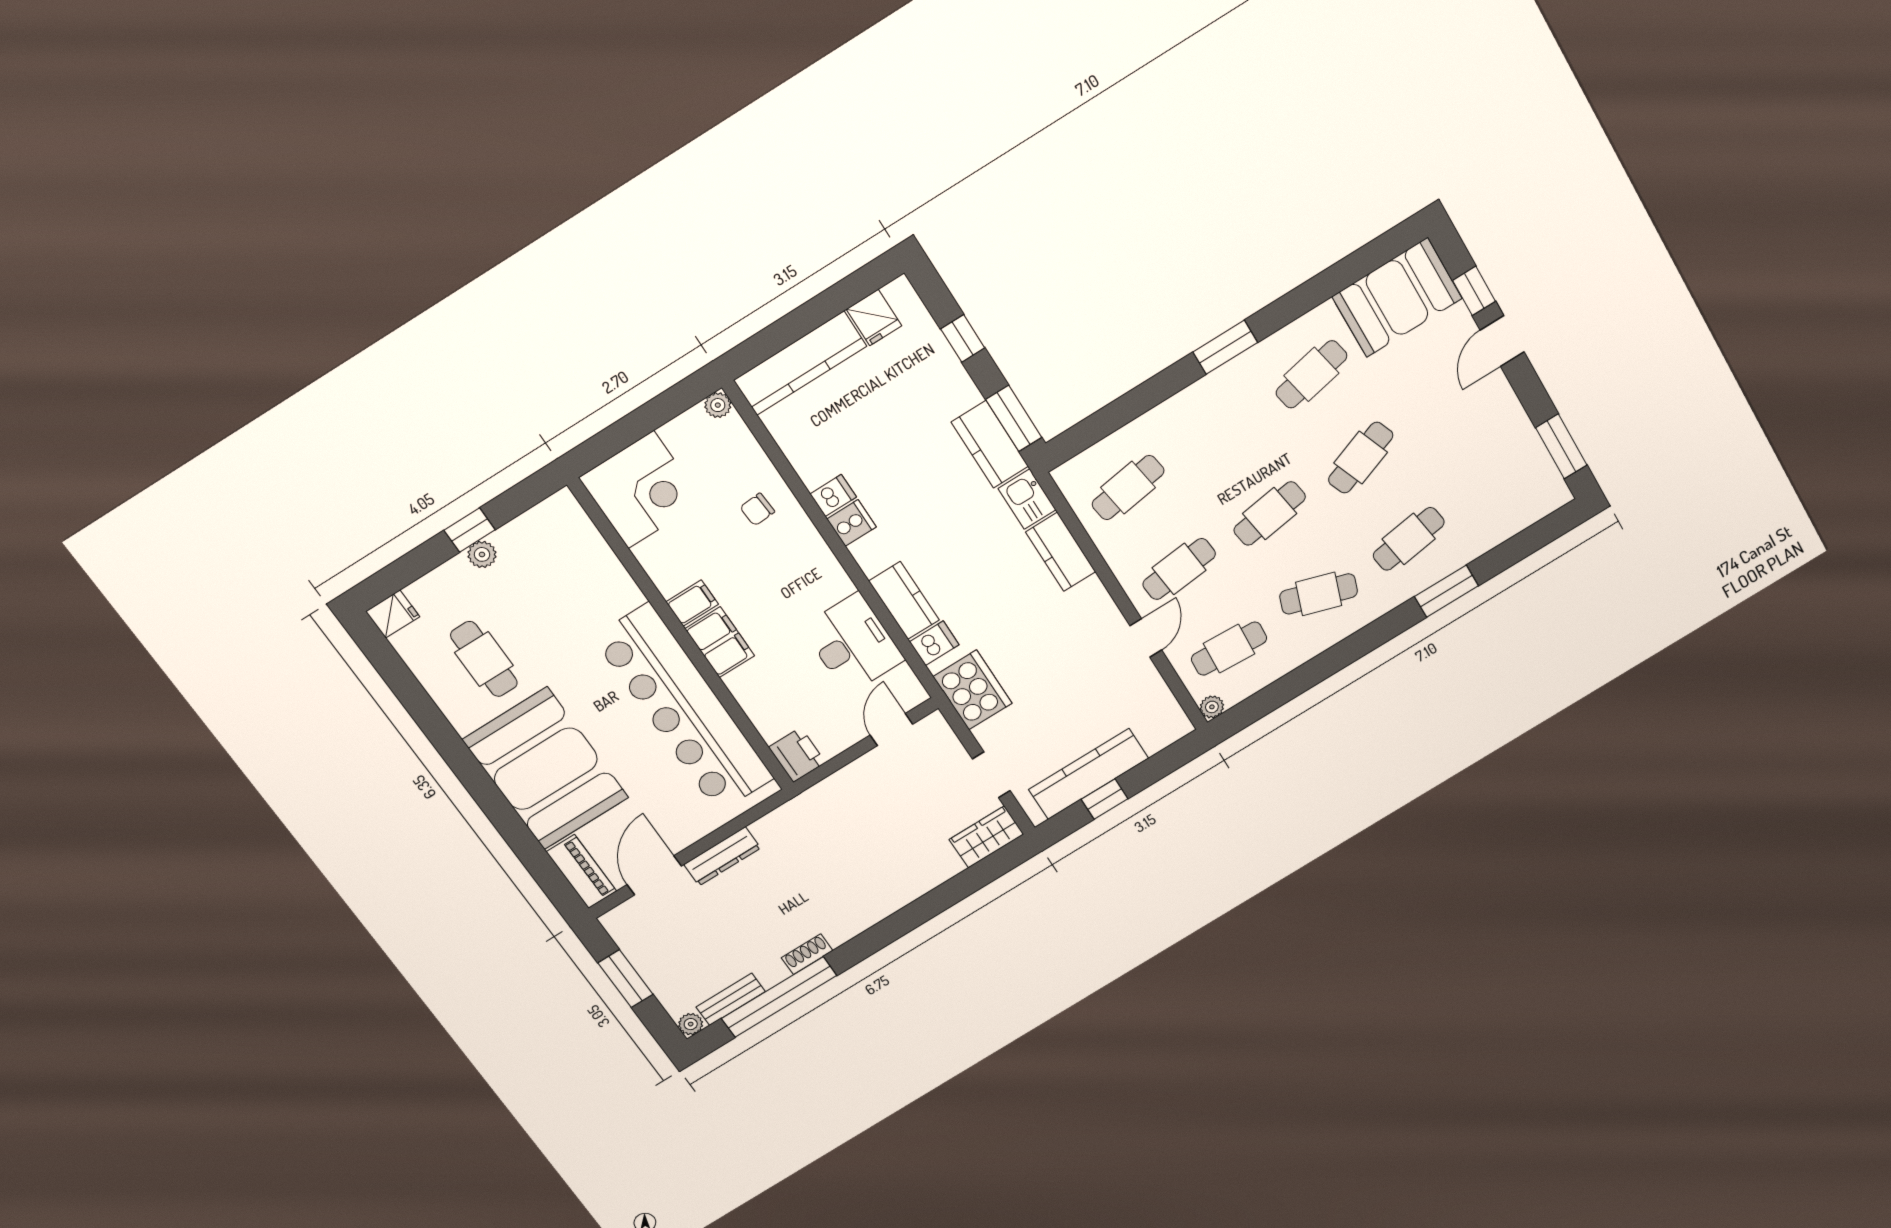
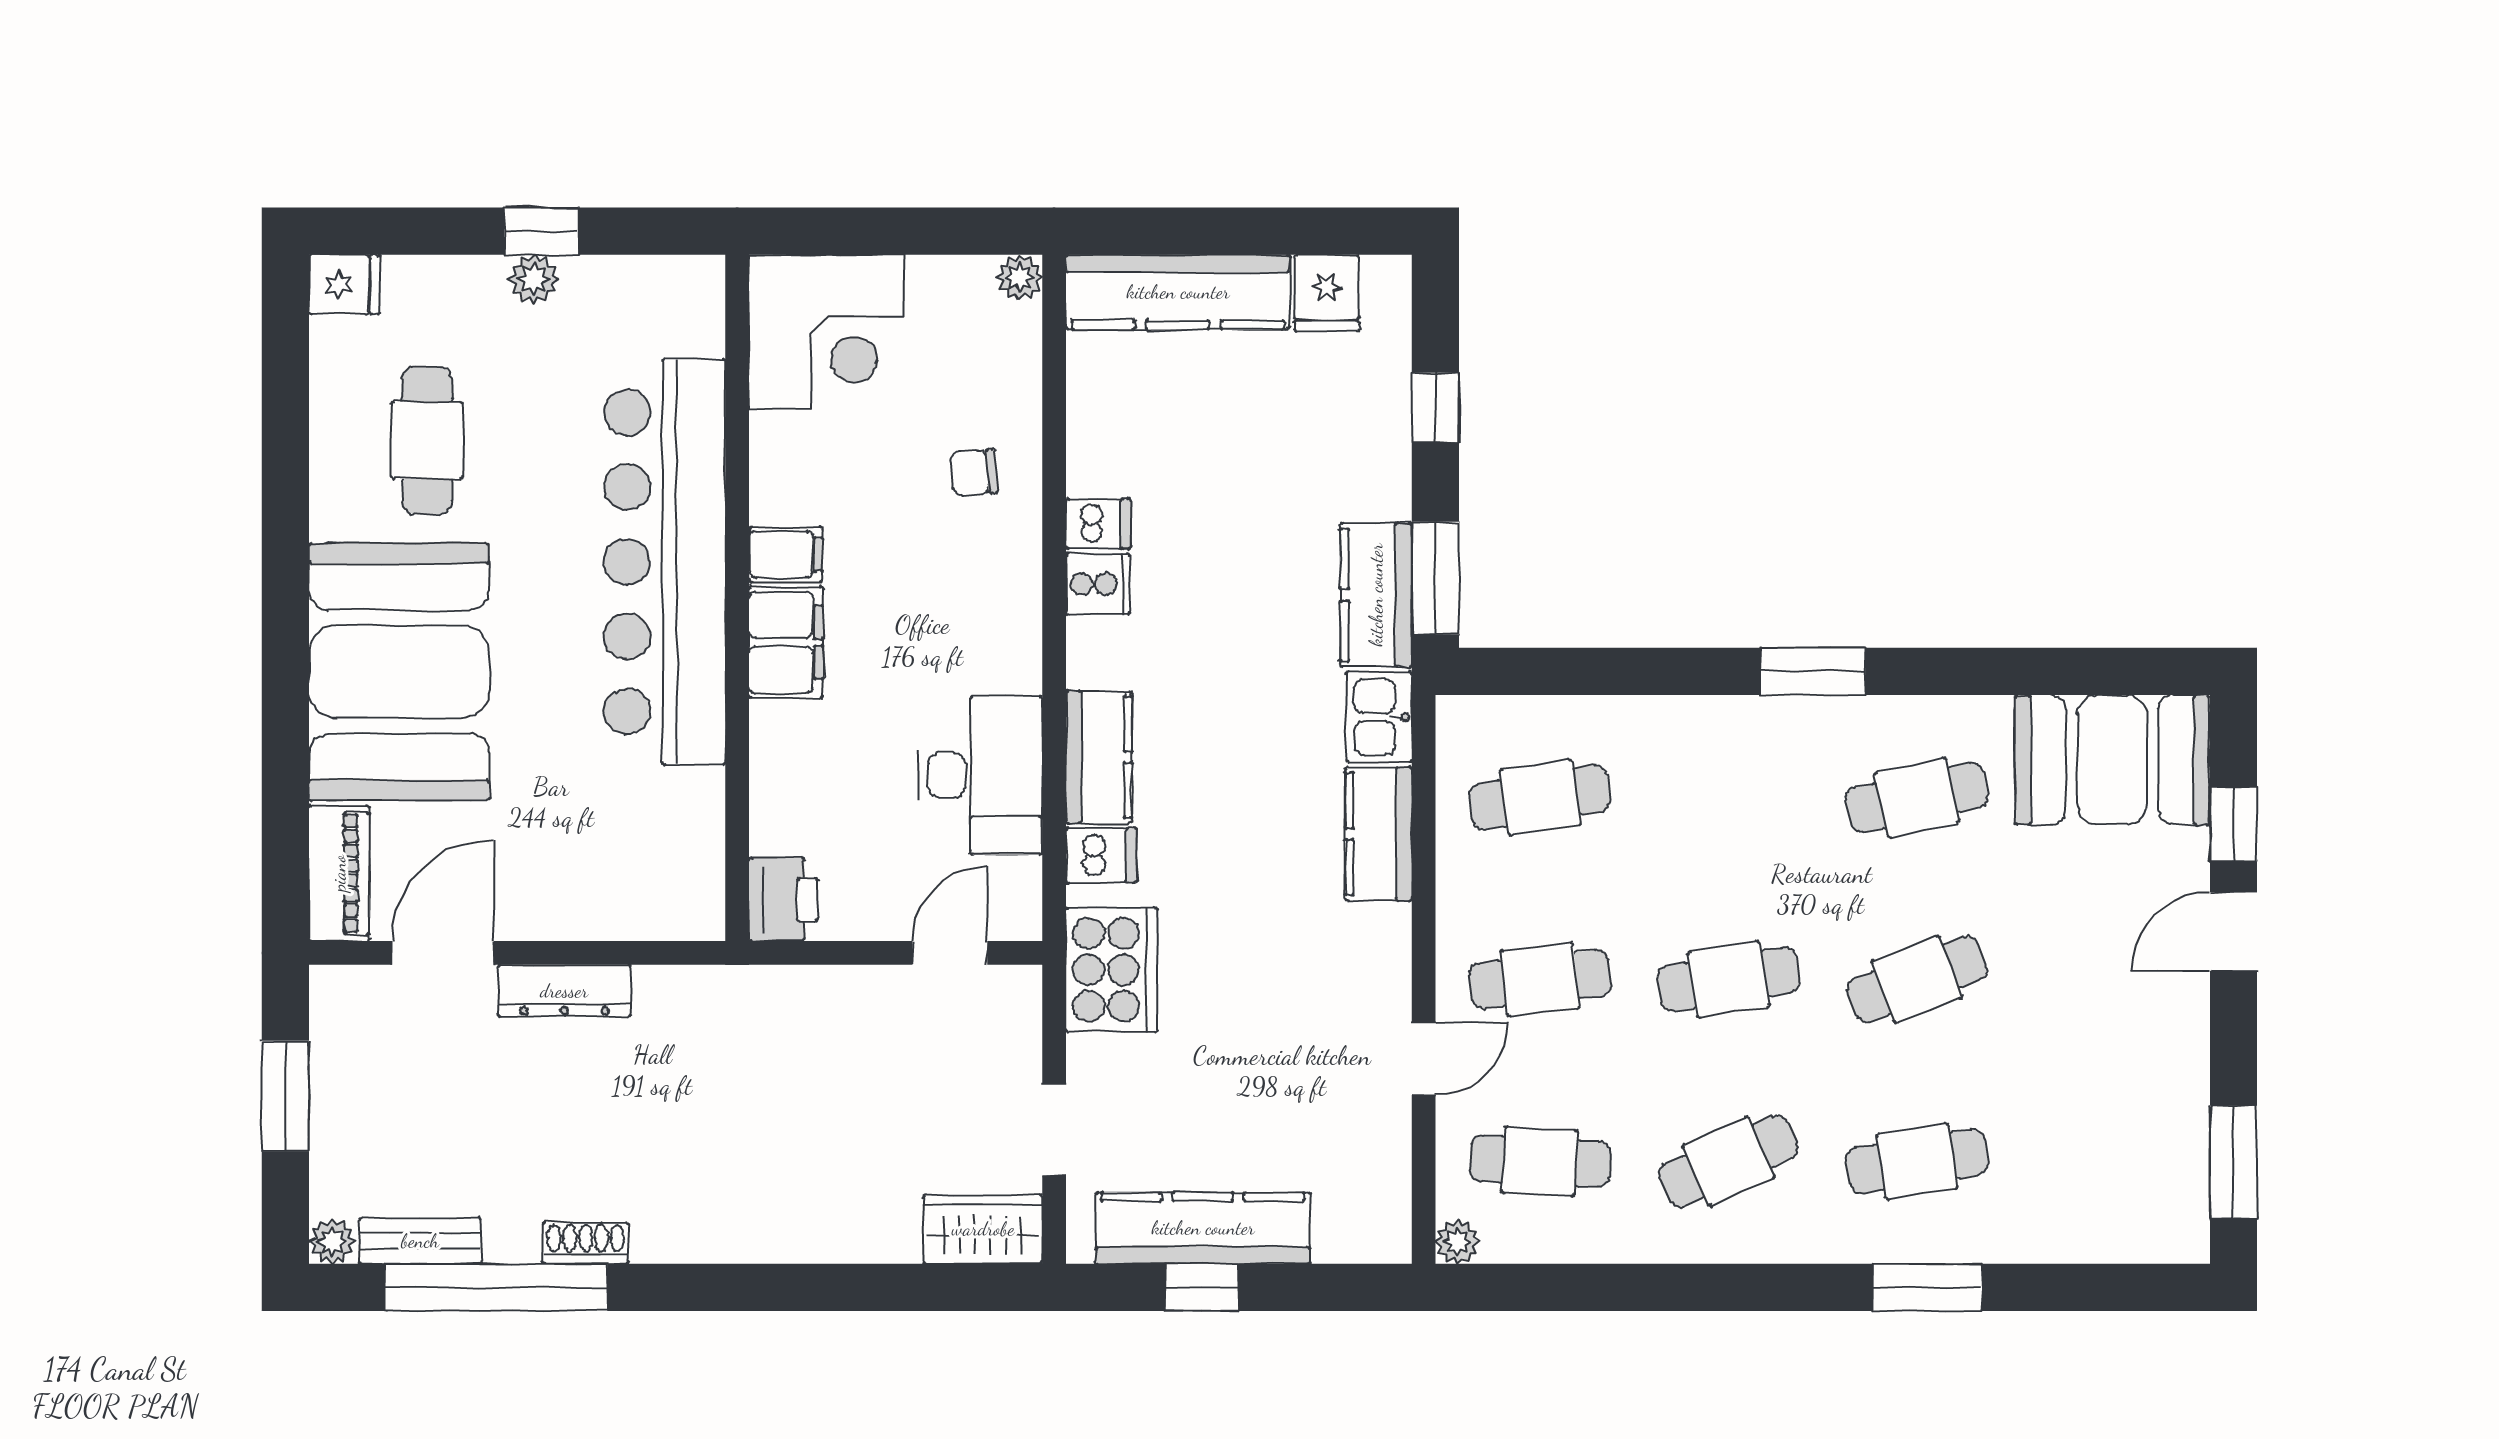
cafe table: (1319, 594) -> (1728, 1161), turned -42
bar counter: (684, 709) -> (665, 562), moved

